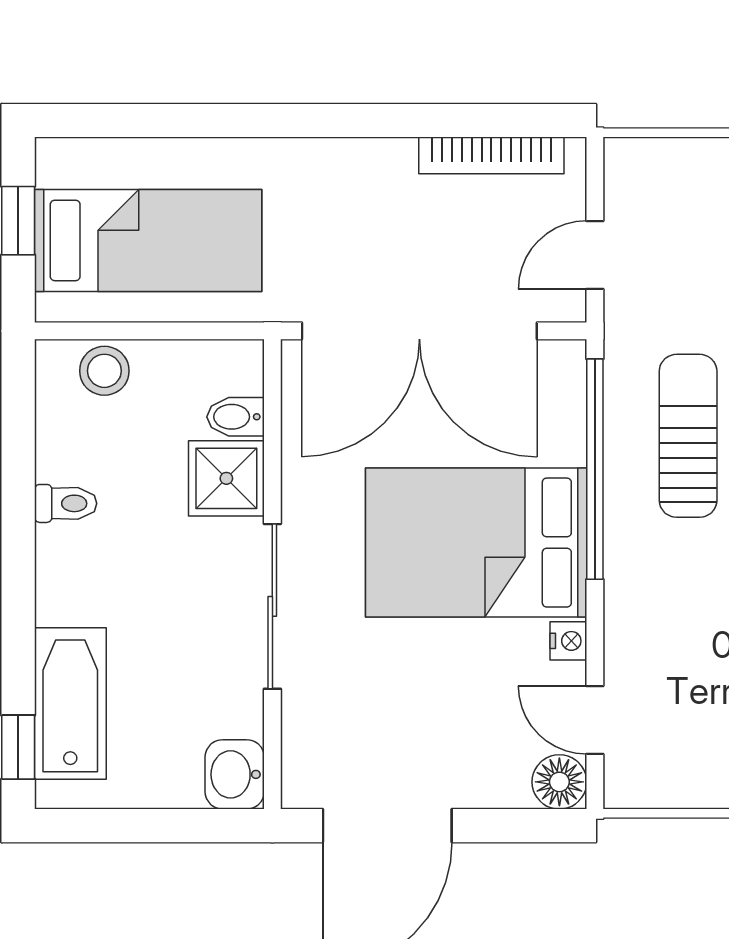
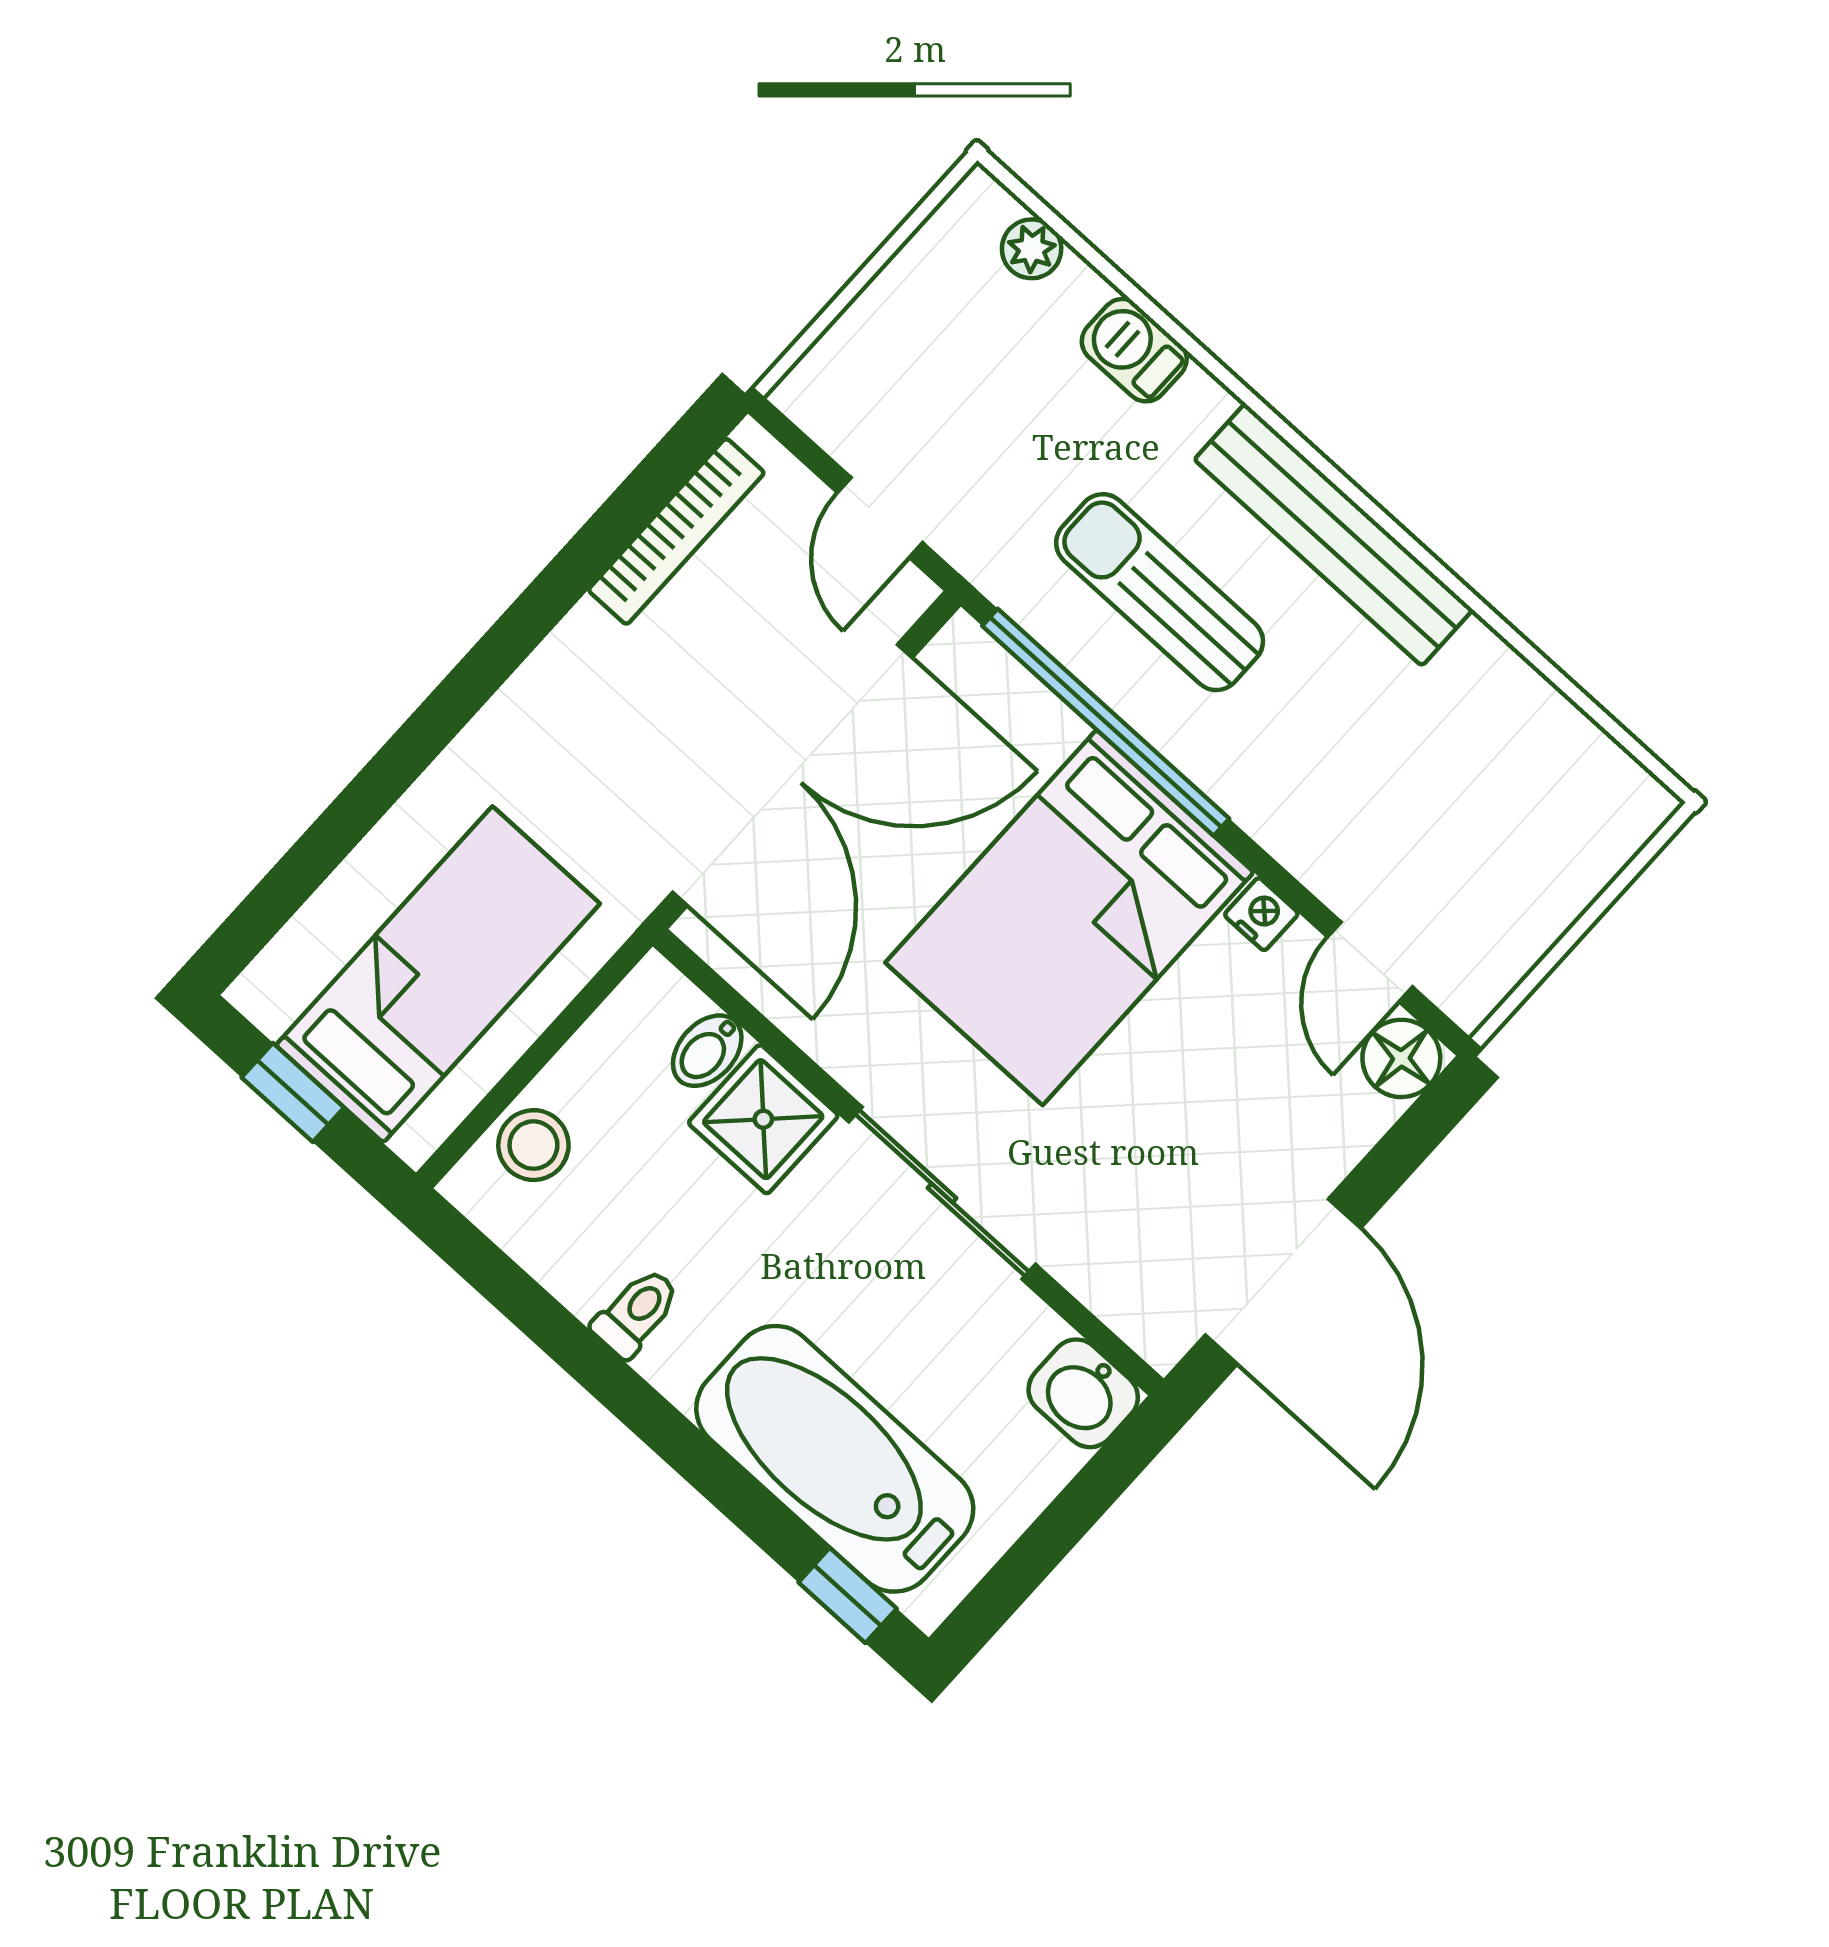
bathtub: (70, 704) -> (835, 1459), width x1.36, depth x1.36
door: (595, 720) -> (1370, 962), hinge flipped

